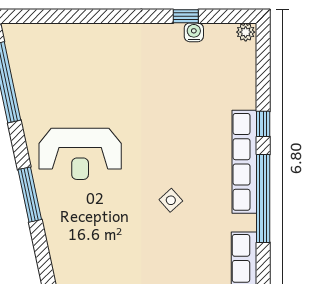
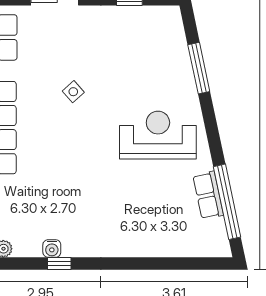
row of seats: (26, 89) -> (208, 195), added
window: (30, 195) -> (199, 68), moved

